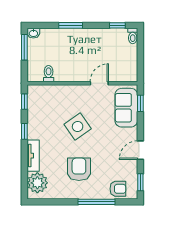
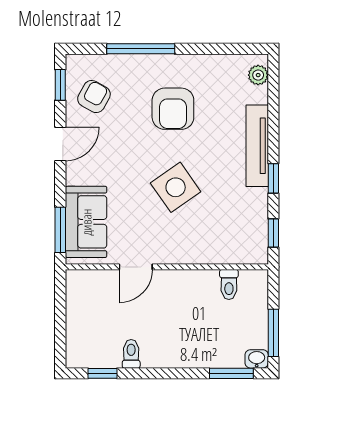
window: (71, 25) -> (231, 373), moved
toilet: (133, 36) -> (131, 354), moved
window: (140, 103) -> (60, 230), width x1.50
tv unit: (33, 156) -> (257, 146), width x1.41
plant: (37, 183) -> (258, 75), width x0.53, depth x0.53
armchair: (118, 189) -> (94, 97), moved, turned 119

